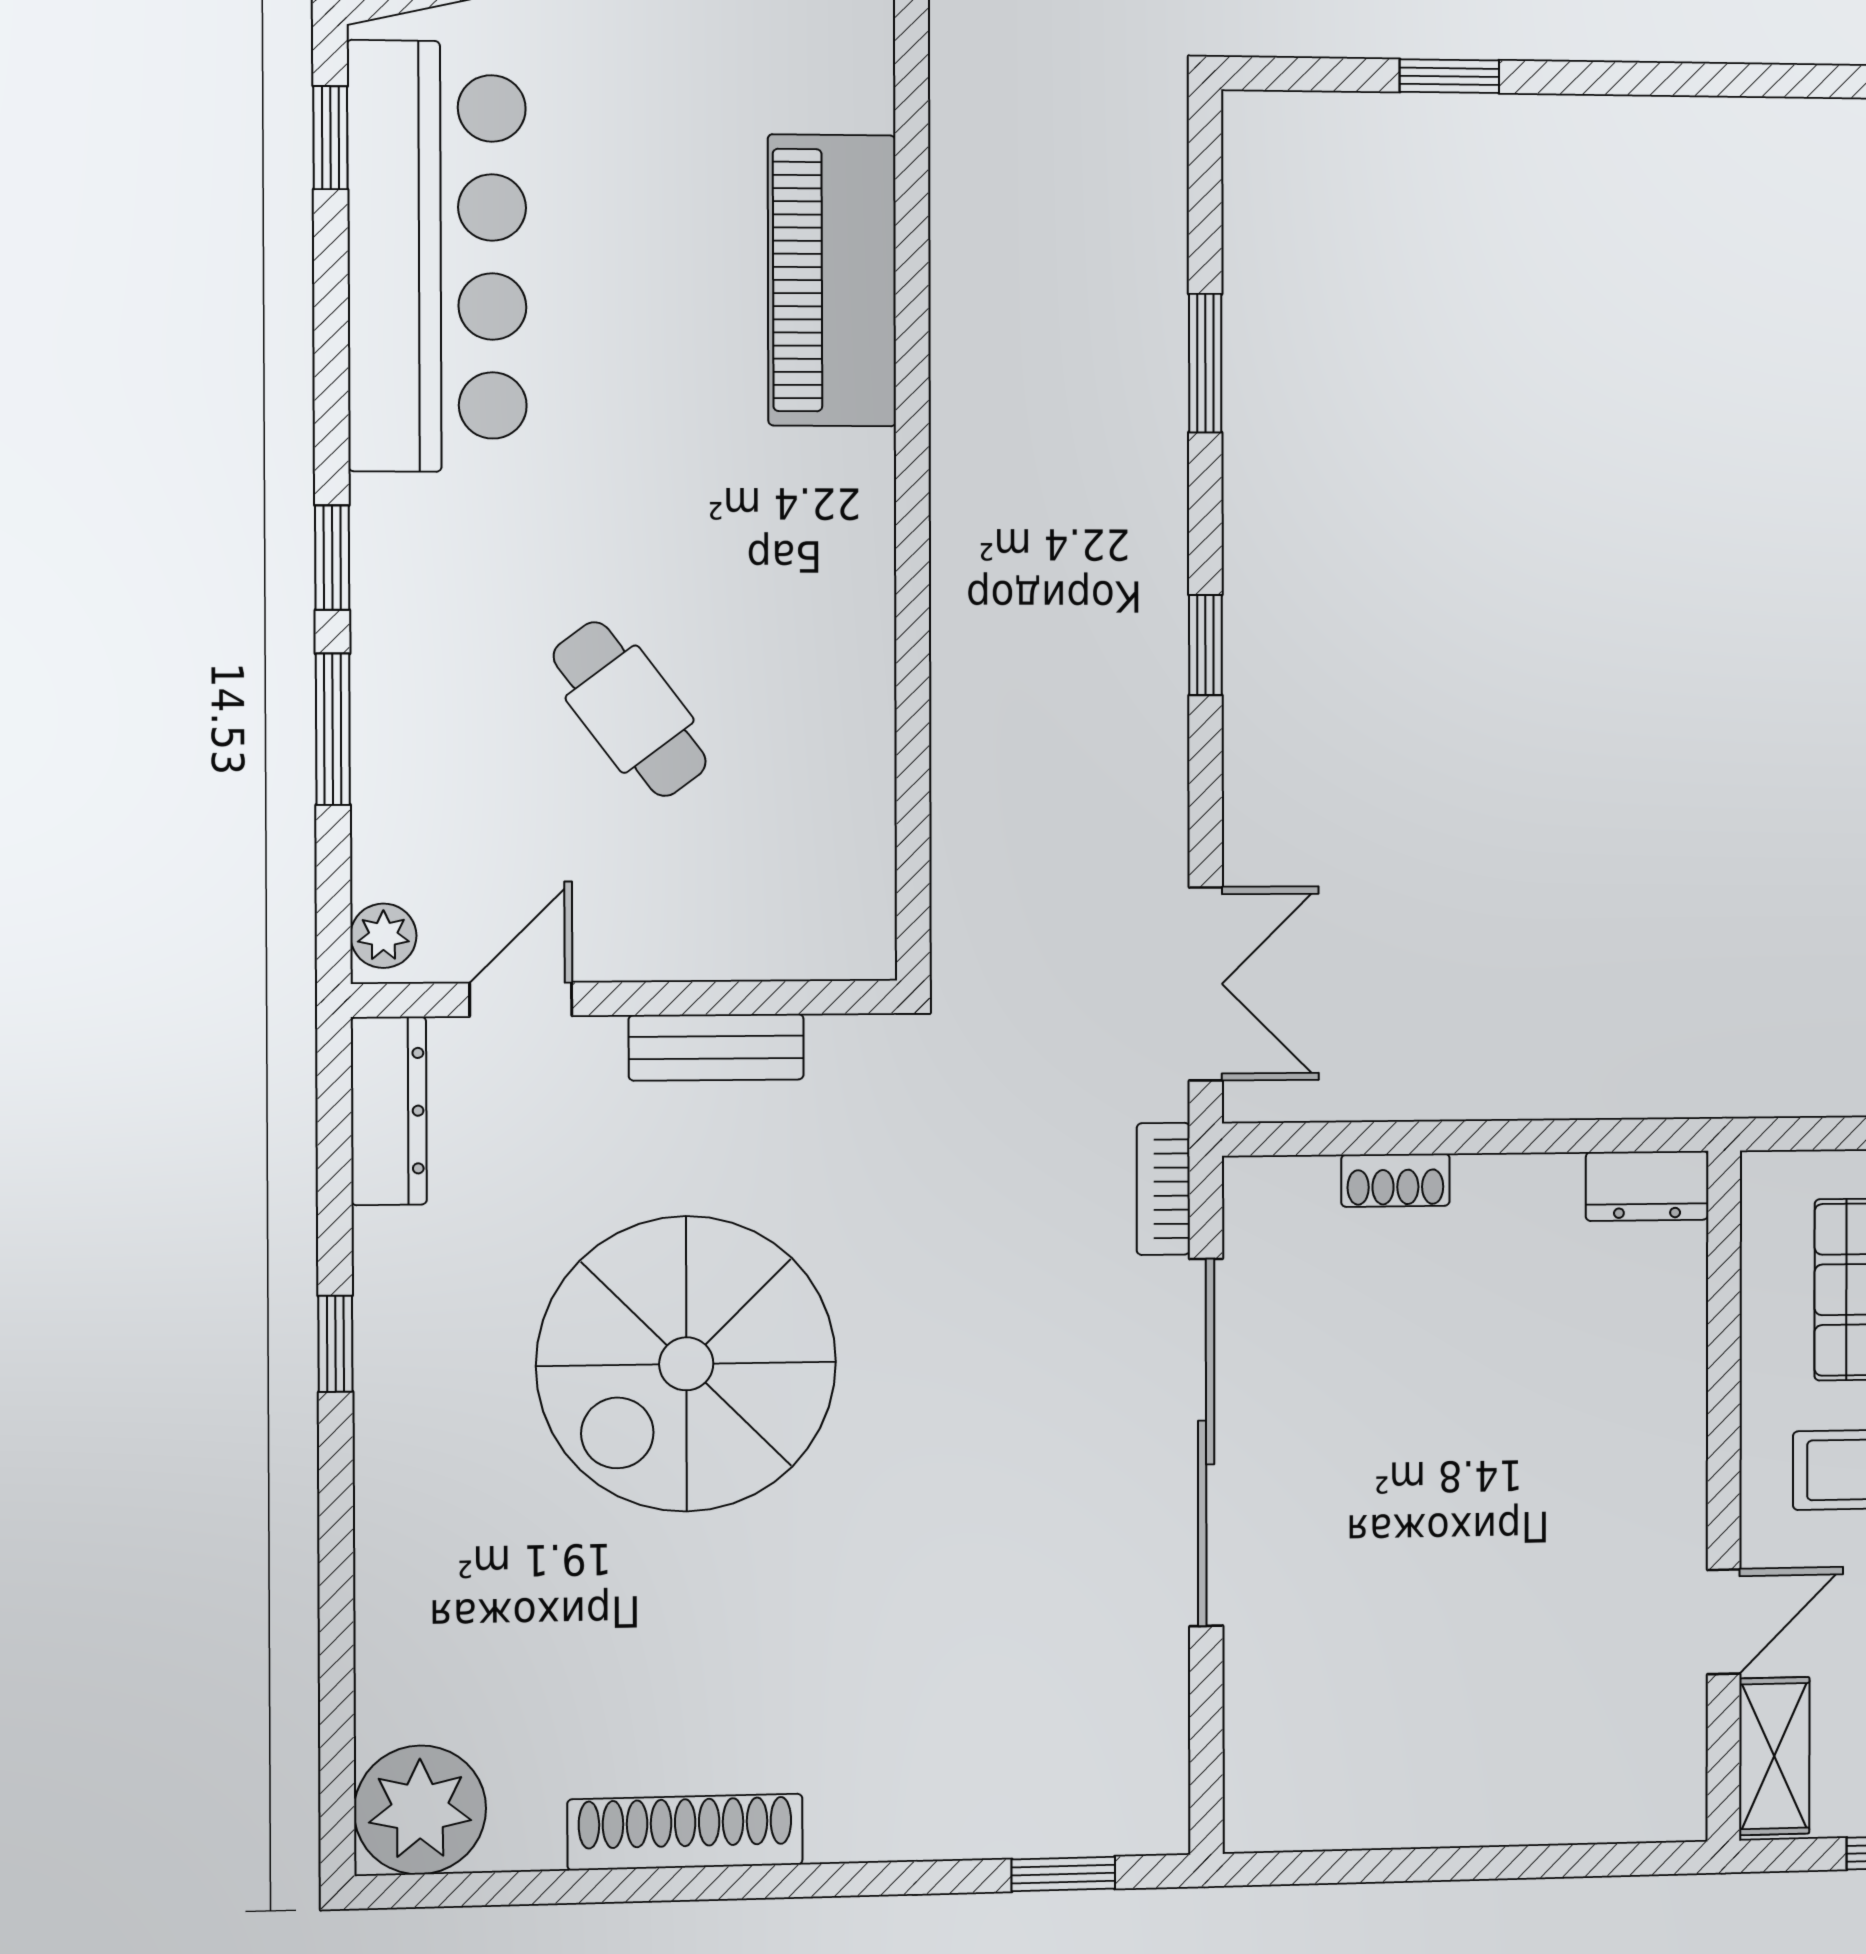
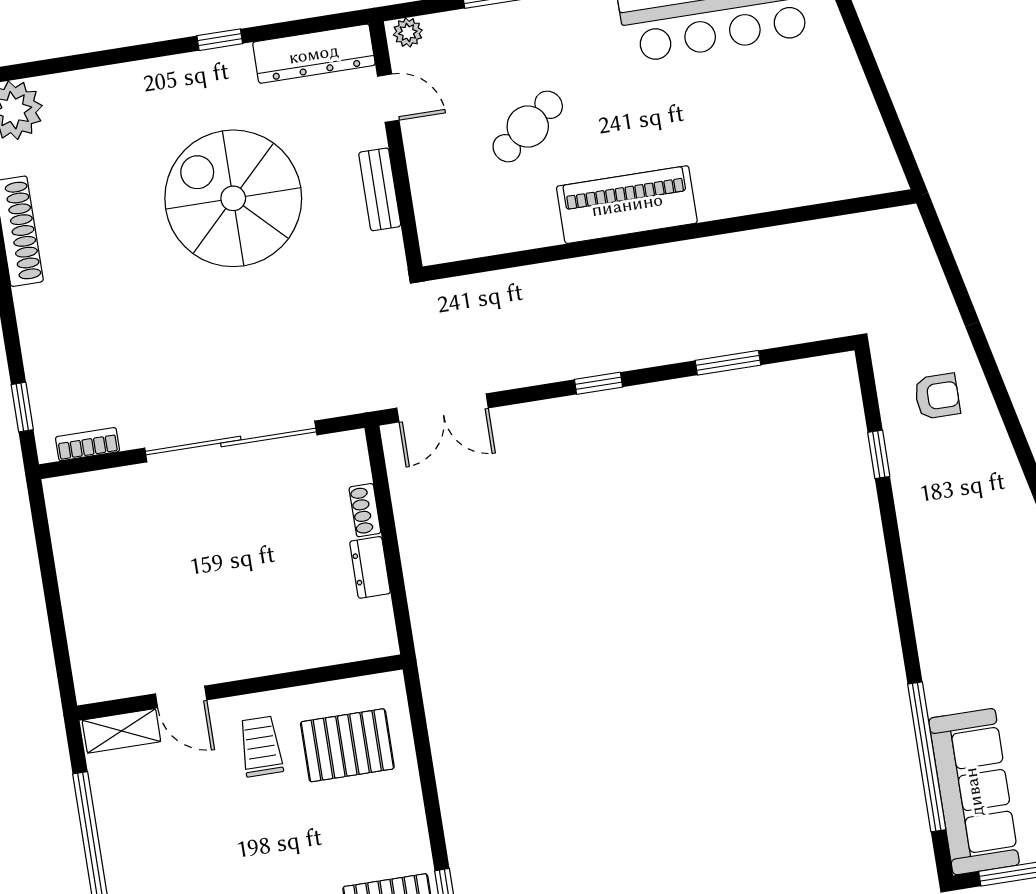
piano: (832, 280) -> (627, 205), moved
dresser: (389, 1111) -> (314, 54), width x1.37, depth x1.24
dresser: (1647, 1186) -> (370, 567), moved
bookcase: (1163, 1189) -> (87, 444), moved

